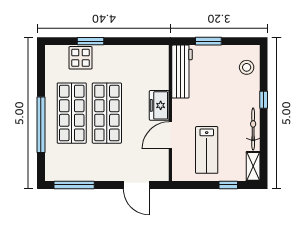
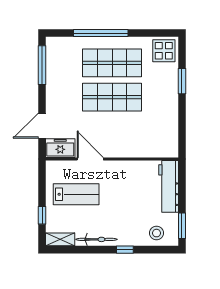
window: (208, 41) -> (182, 226), moved
display table: (81, 58) -> (164, 51), moved
workbench: (182, 72) -> (169, 186), moved, turned 90
freezer: (159, 105) -> (60, 148), moved
lab bench: (207, 150) -> (76, 194), turned 180

